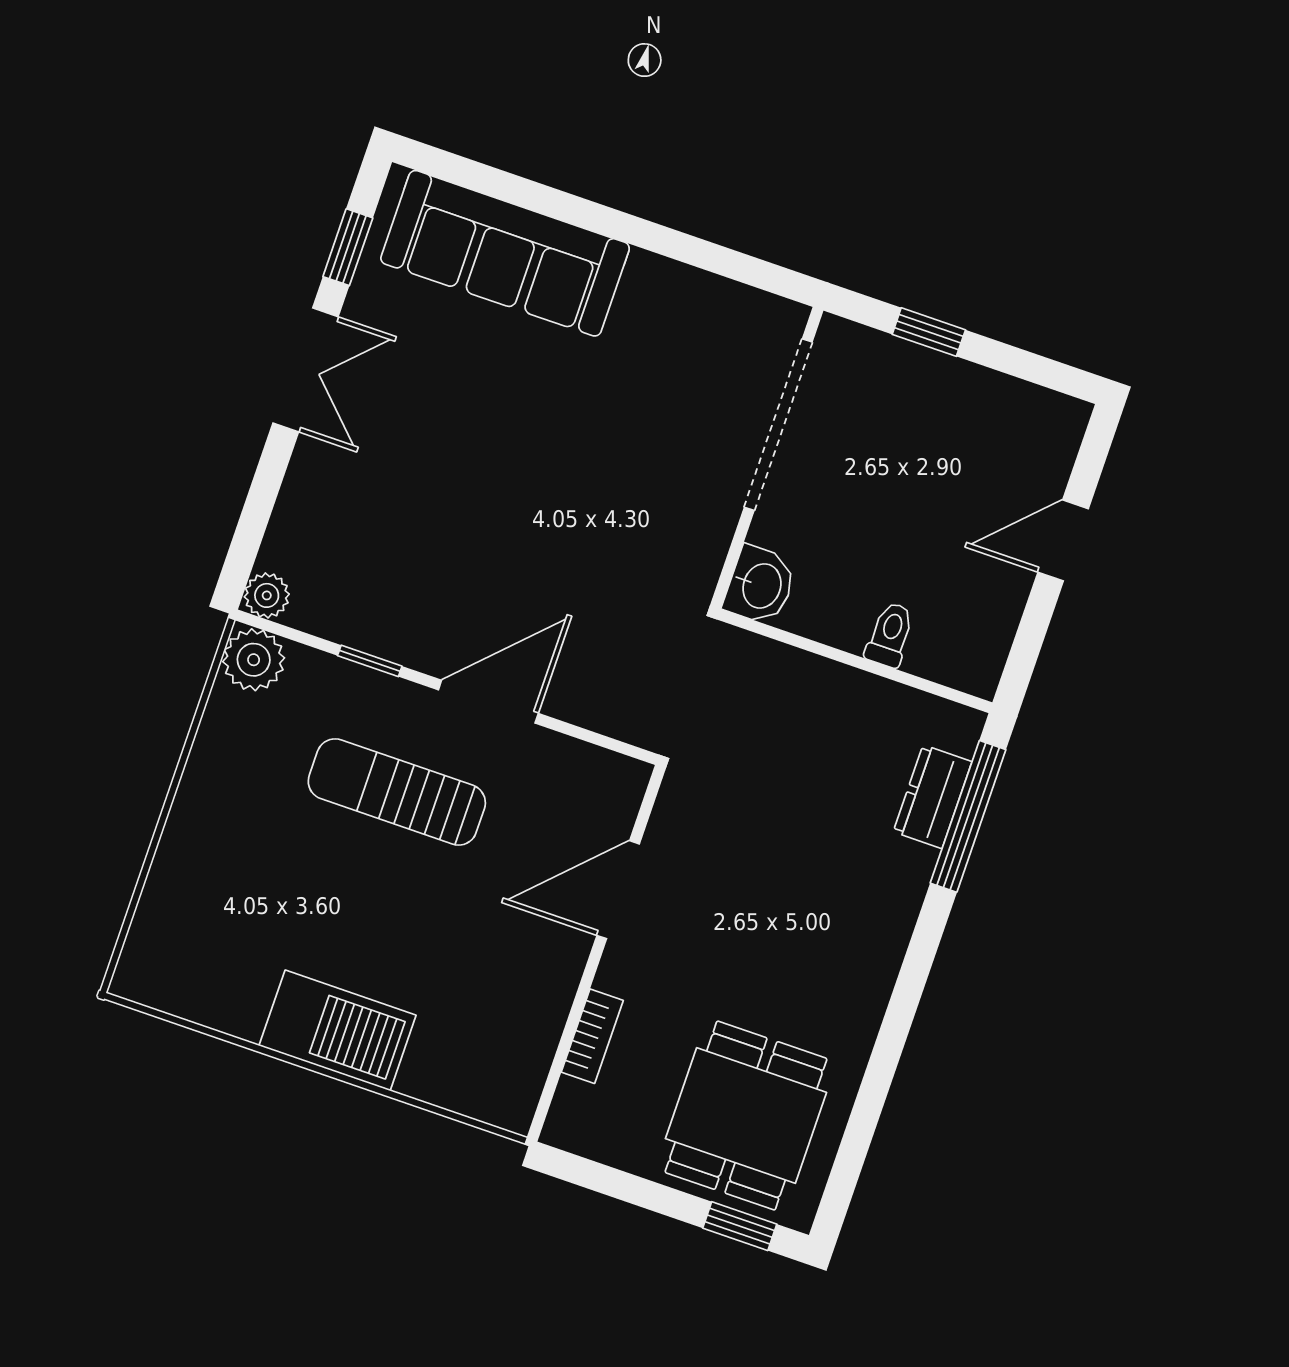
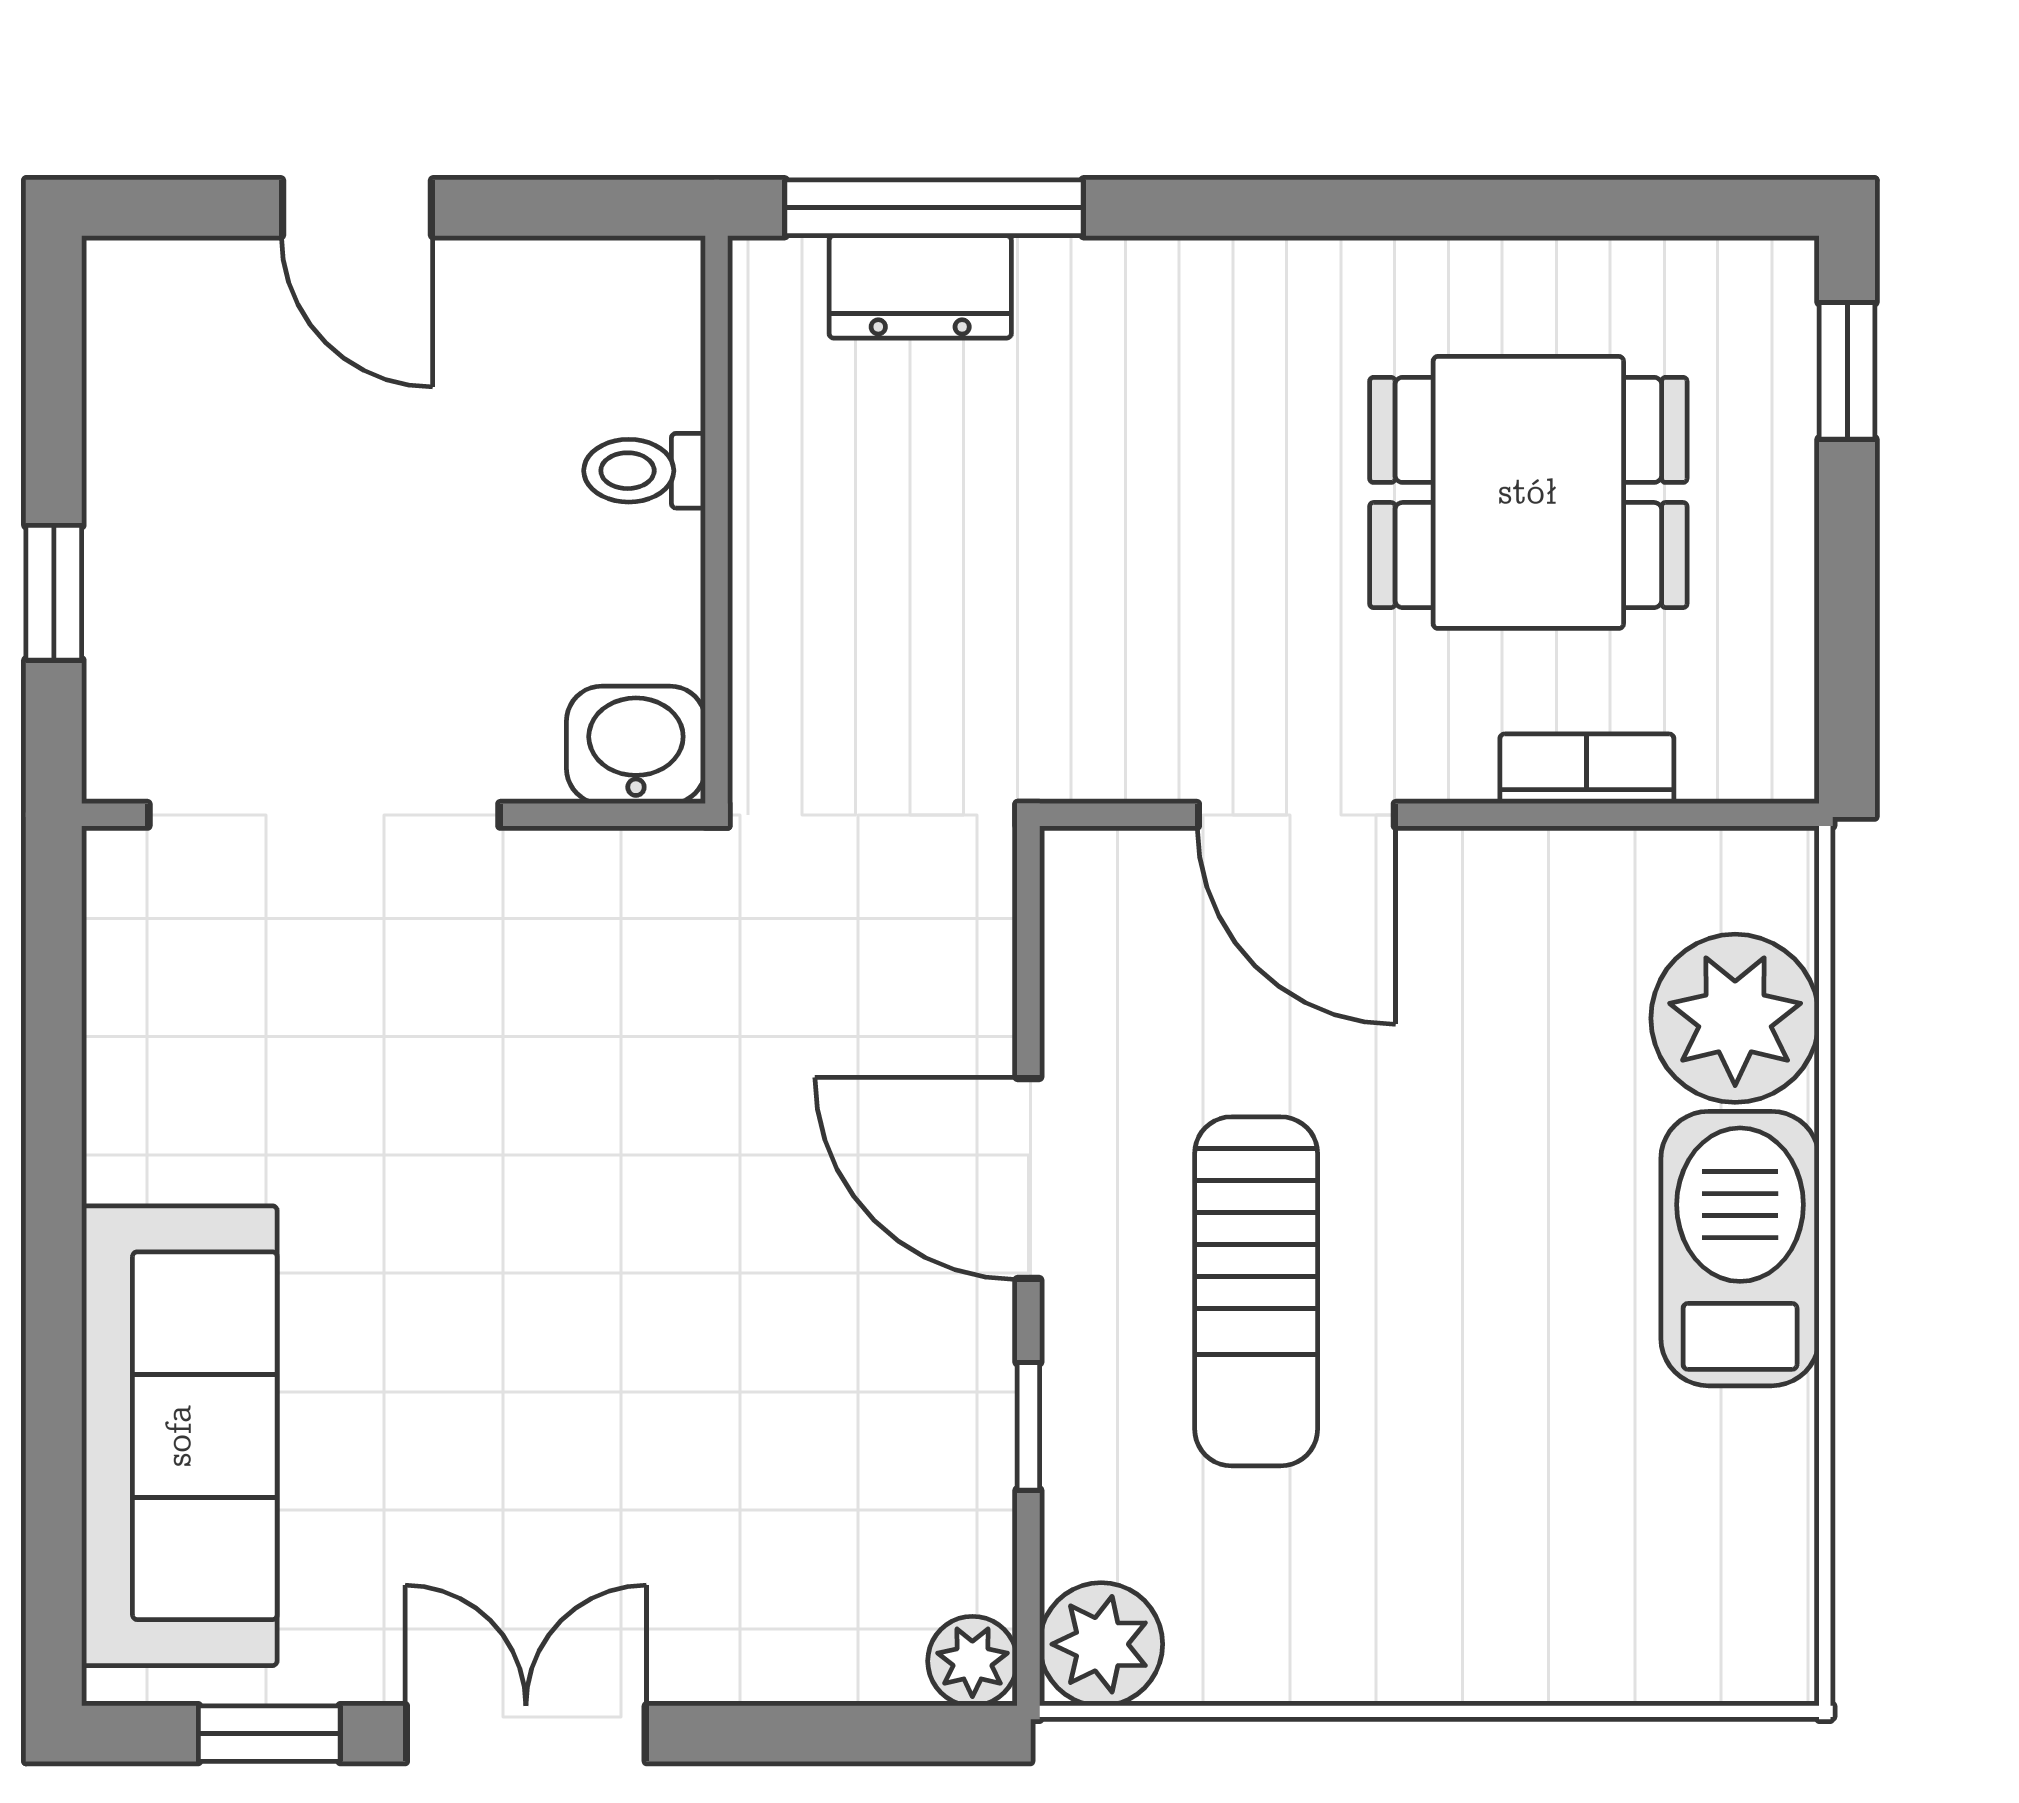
plant: (449, 1066) -> (1735, 1018), added
dining table: (746, 1116) -> (1528, 492), moved

